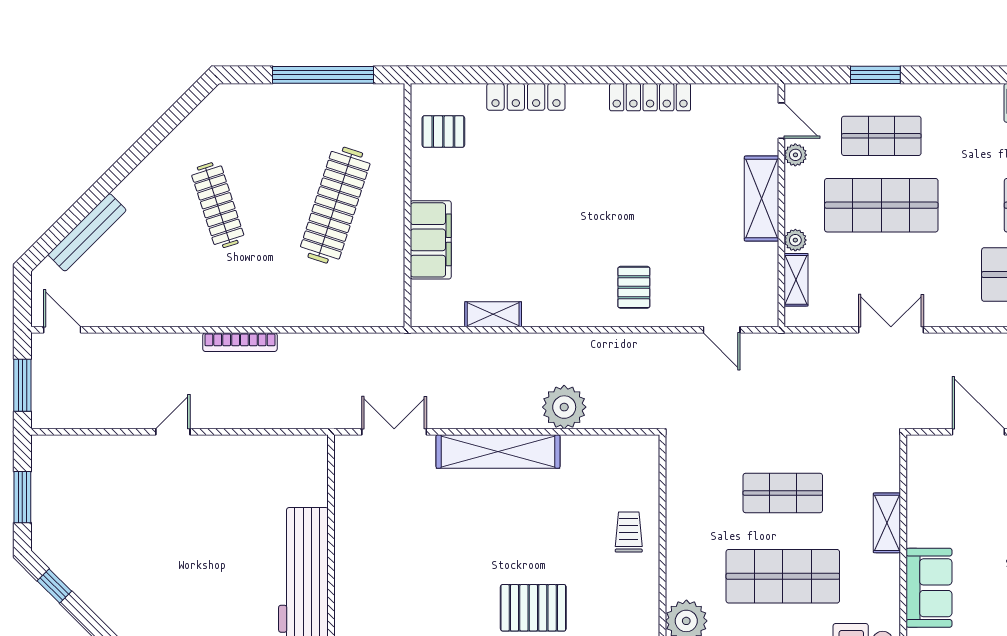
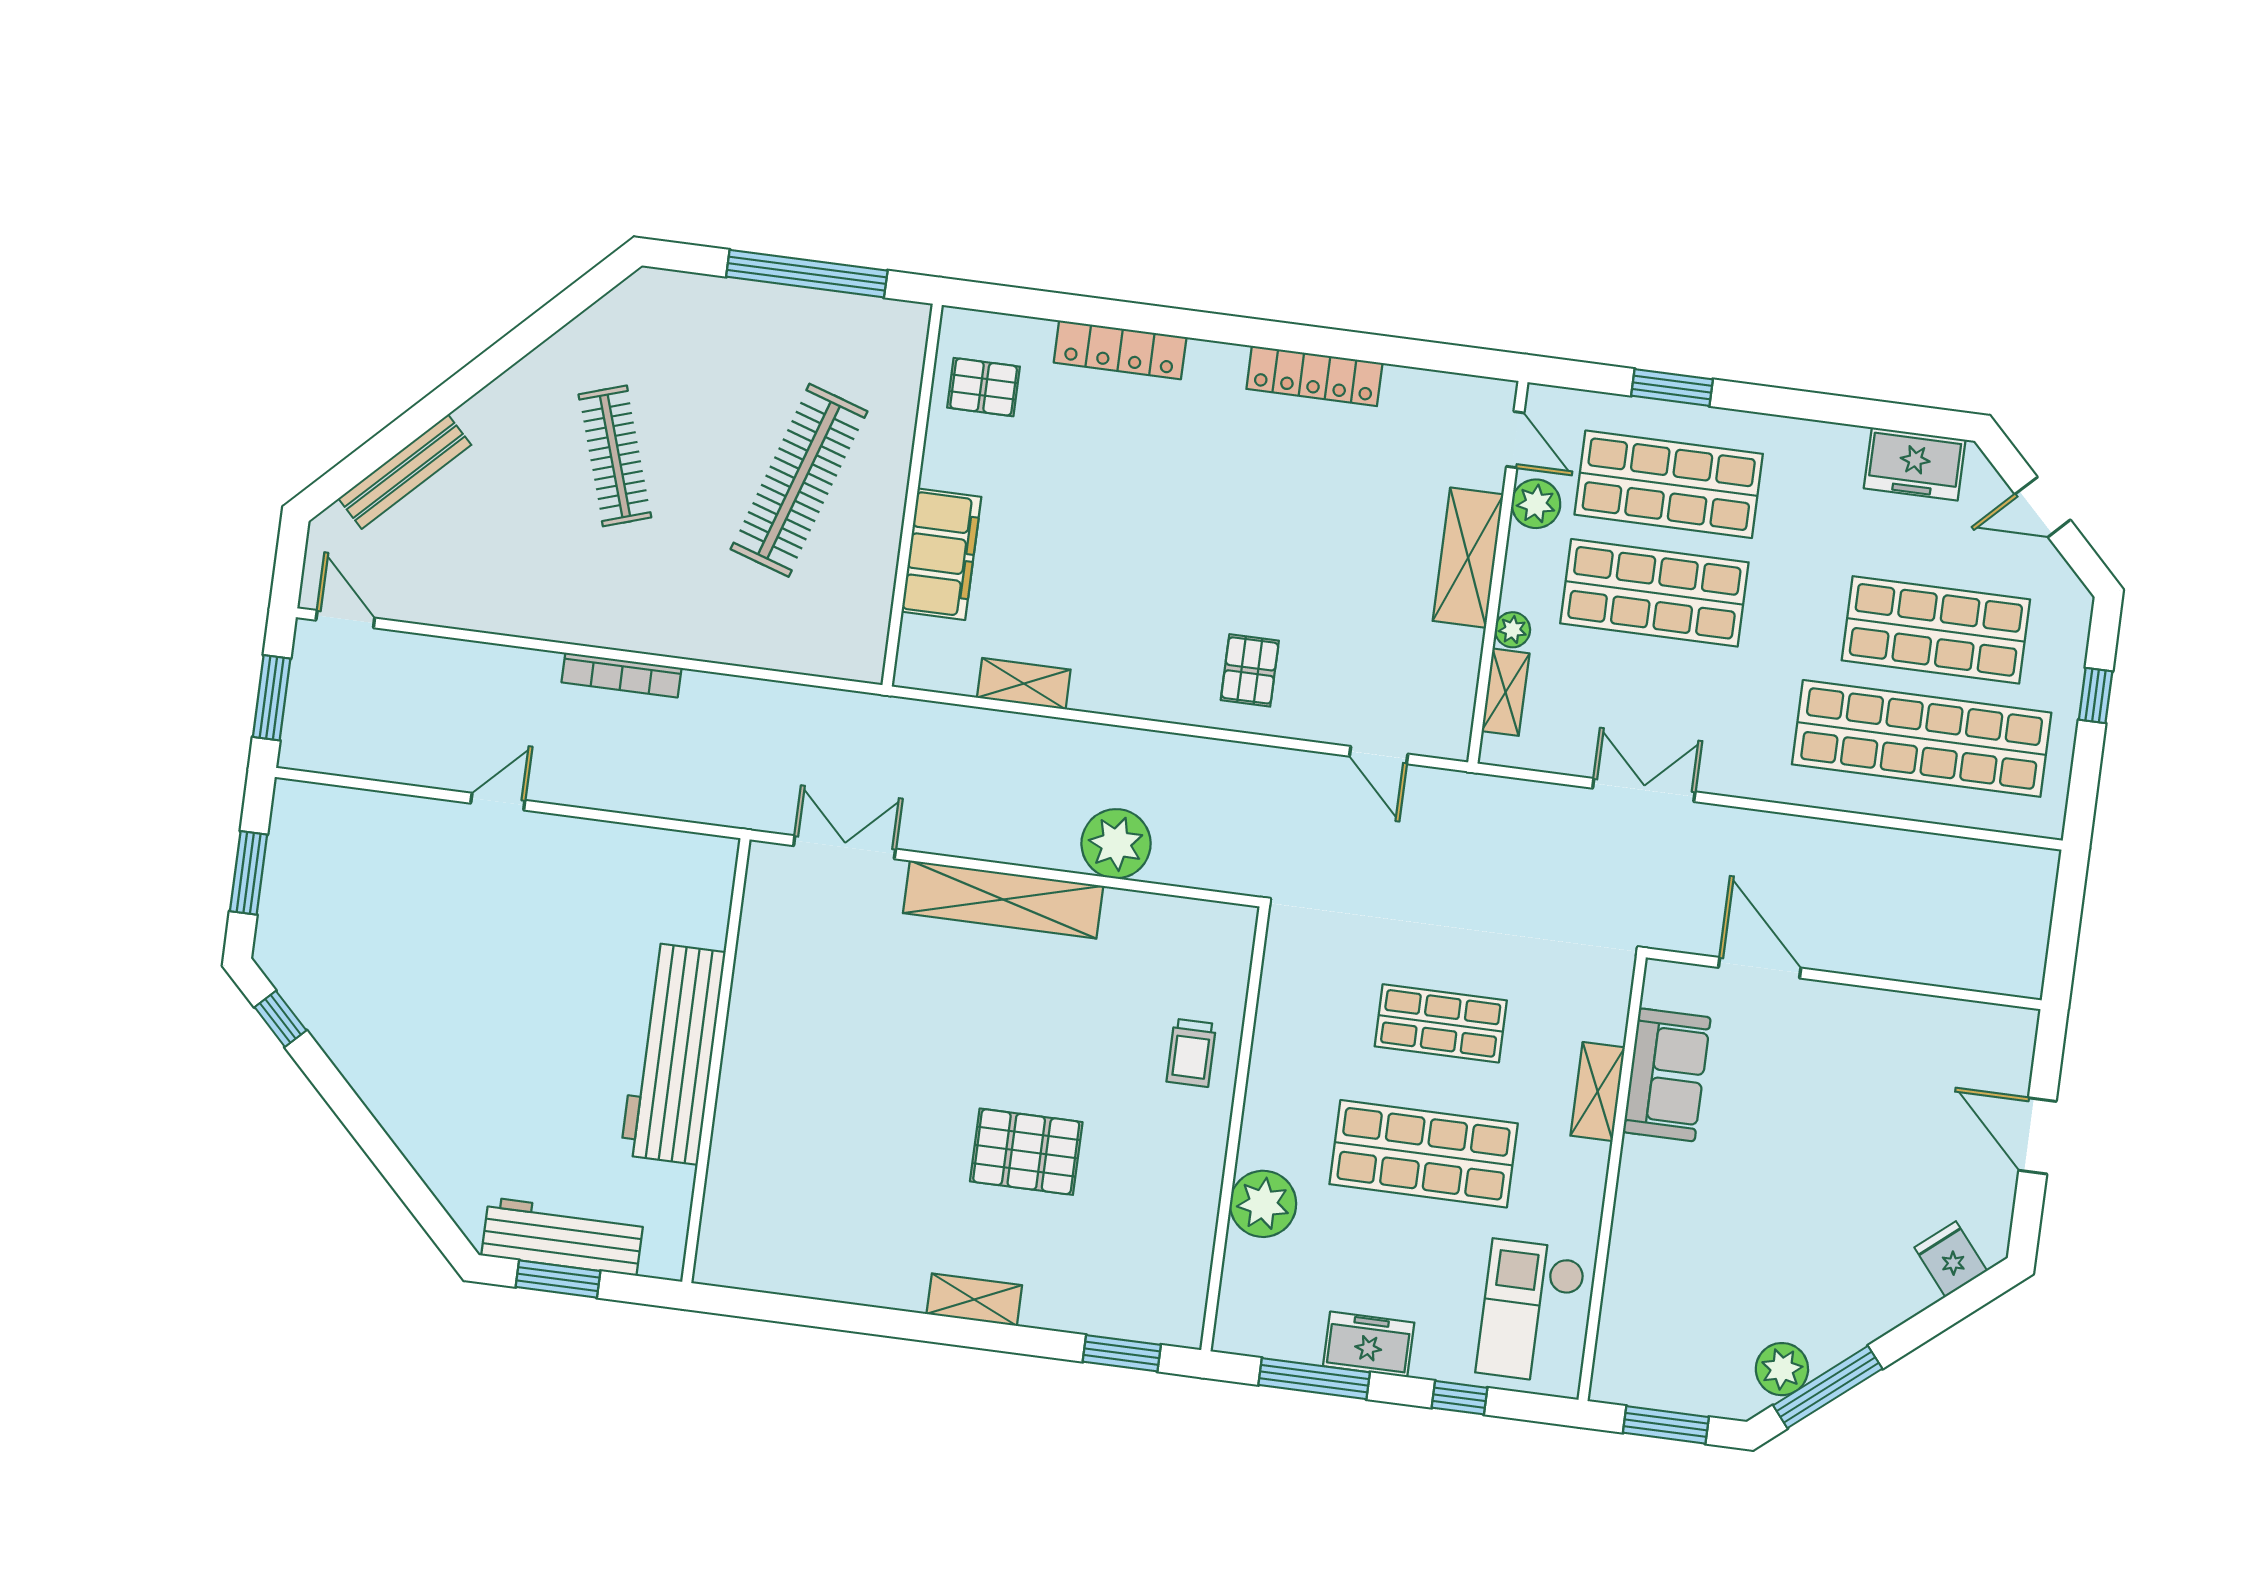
shop shelf: (881, 136) -> (1669, 484), width x1.43, depth x1.36
plant: (795, 155) -> (1536, 504), width x1.38, depth x1.38
trolley: (629, 532) -> (1191, 1053), turned 180
sofa: (929, 588) -> (1667, 1075), moved

